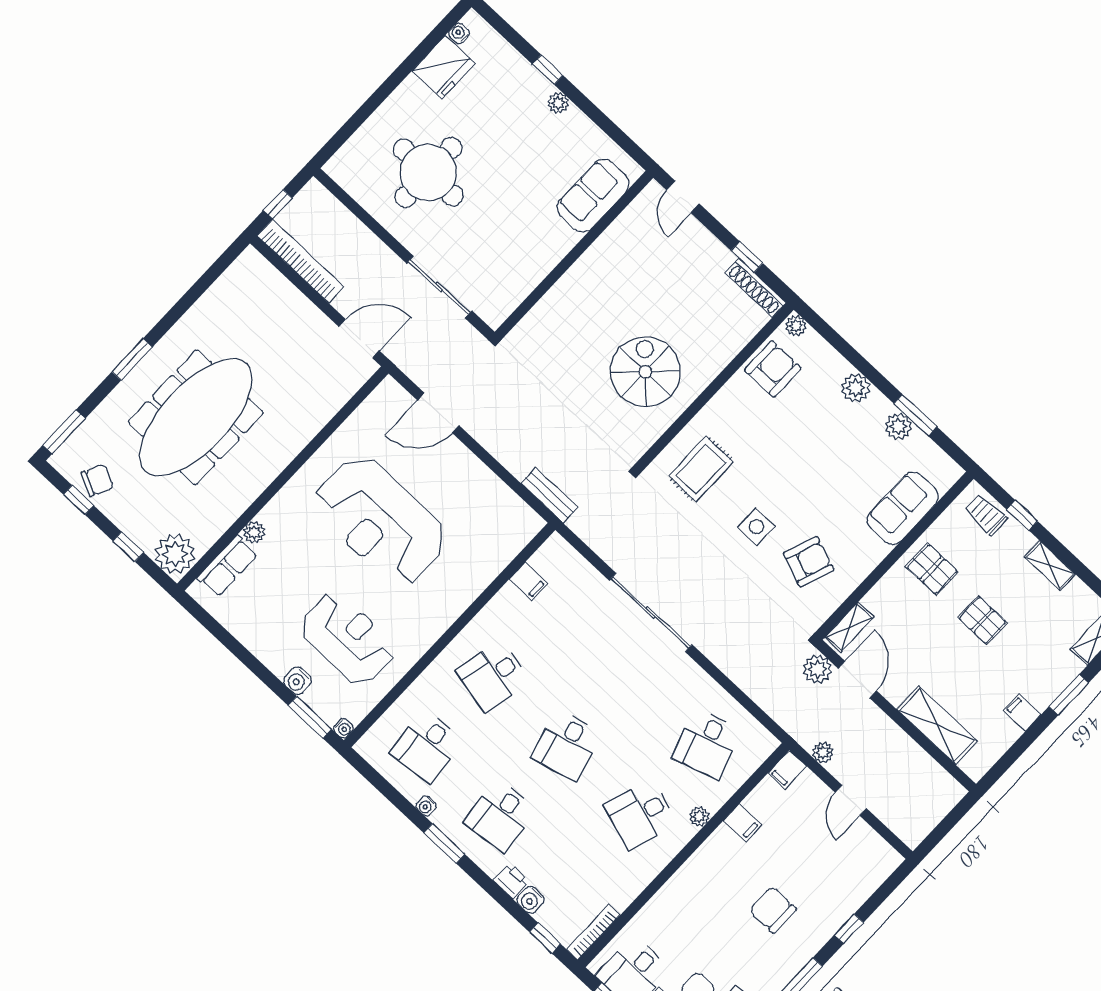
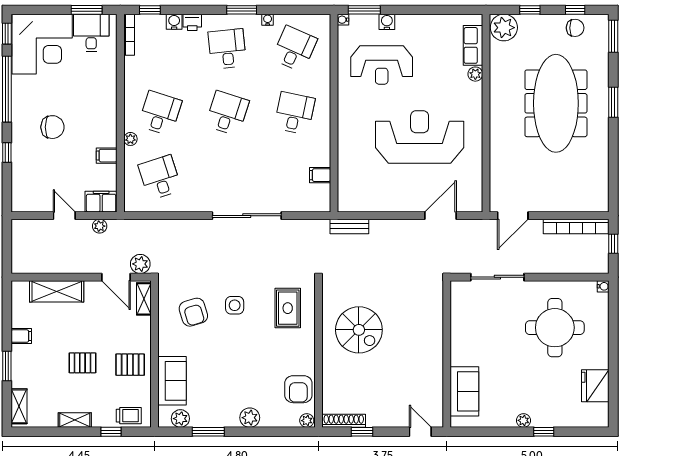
water cooler: (459, 33) -> (603, 286), moved
plant: (898, 426) -> (180, 419), moved
chair: (97, 480) -> (575, 28), turned -116
armchair: (809, 562) -> (193, 312), turned -37
desk: (567, 745) -> (227, 113), turned 33
desk: (427, 746) -> (294, 49), turned 30
filing cabinet: (787, 770) -> (101, 202), width x2.00

